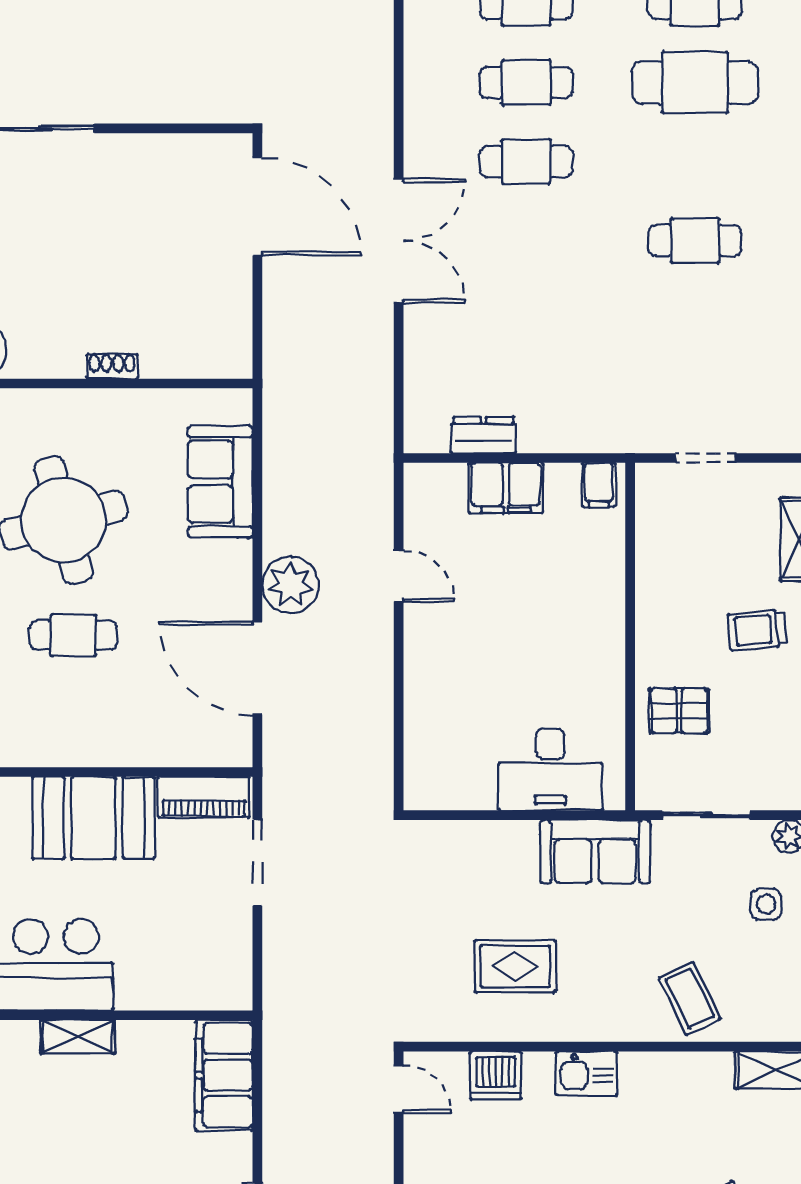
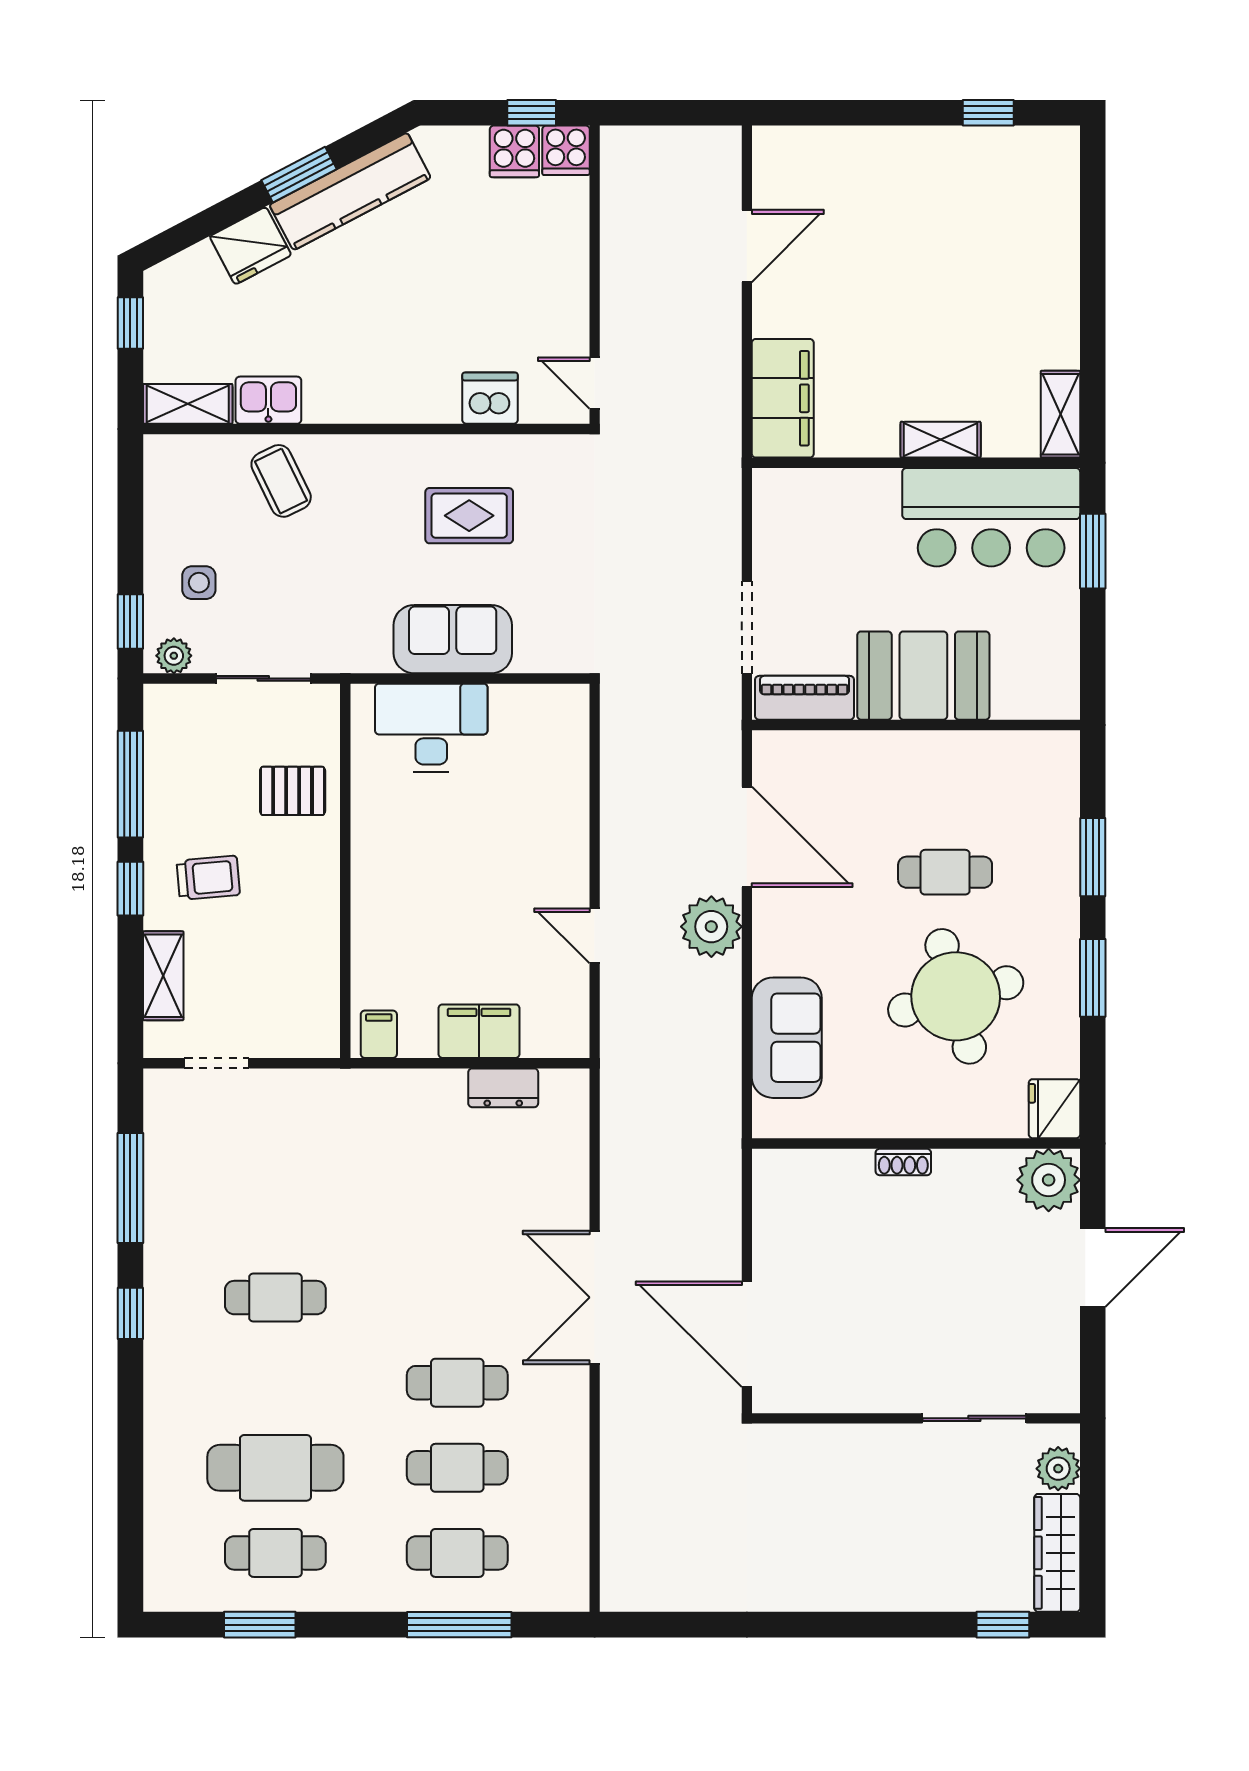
doorway: (706, 458) -> (217, 1063), moved
sofa: (595, 852) -> (453, 639), moved
kitchen sink: (587, 1073) -> (268, 400), moved

